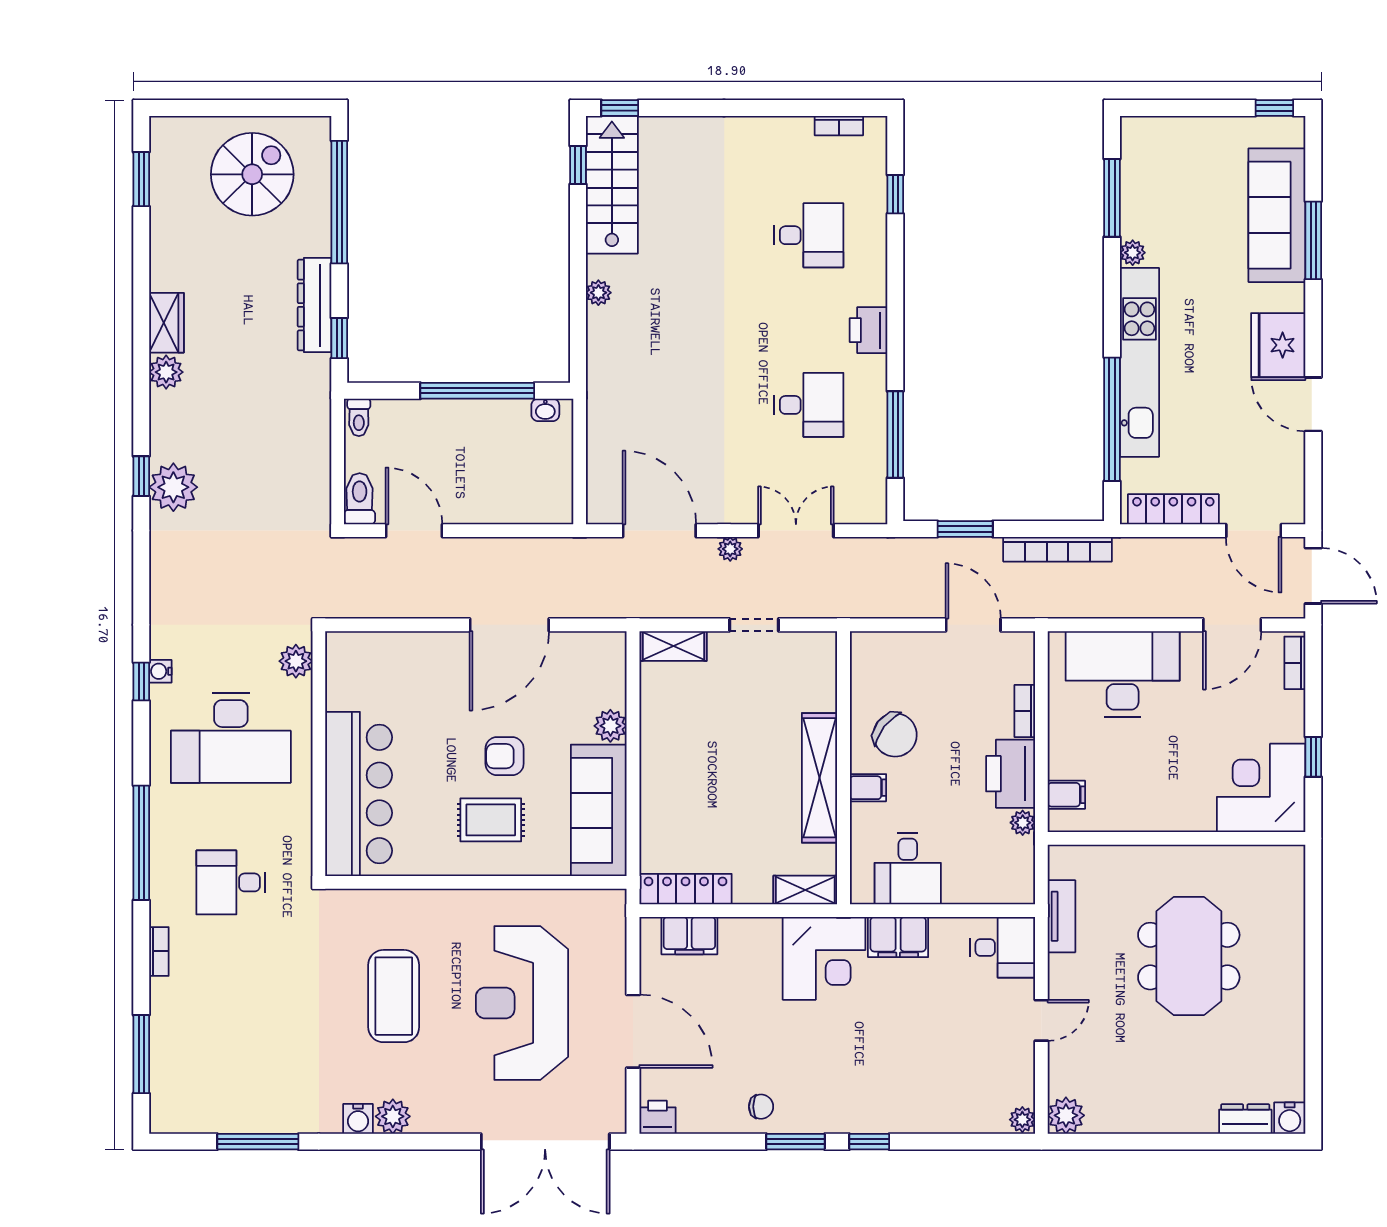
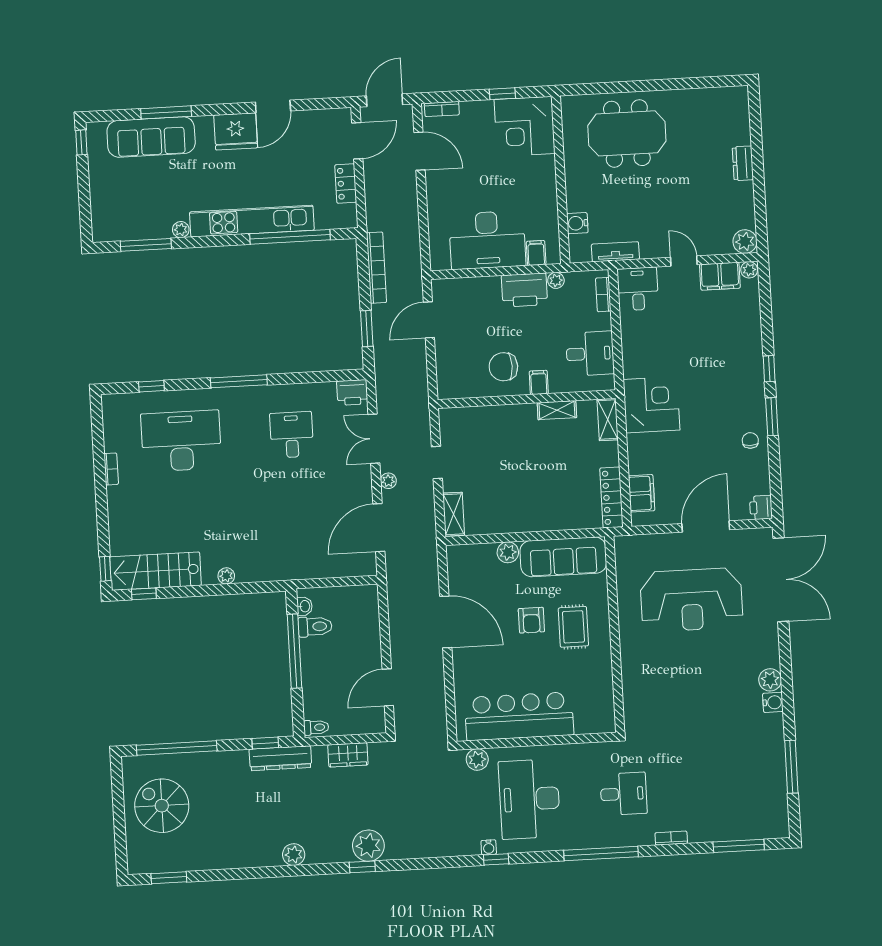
bookcase: (839, 126) -> (111, 469), moved
desk: (809, 235) -> (181, 441), width x1.87, depth x1.30
dresser: (315, 305) -> (280, 758), moved
wardrobe: (167, 323) -> (348, 755), moved, turned 180
printer: (868, 330) -> (352, 392), moved
window: (895, 435) -> (239, 381), moved
toilet: (360, 499) -> (315, 627), moved, turned 180
locker: (1173, 509) -> (346, 183), width x0.66
desk: (1123, 674) -> (487, 240), moved, turned -90
bookcase: (1025, 711) -> (603, 295), moved, turned 90
chair: (895, 735) -> (503, 367), turned -128
desk: (231, 738) -> (529, 799), turned 180
shelving: (820, 778) -> (557, 410), width x0.45, depth x0.75
bar counter: (359, 794) -> (519, 716), moved
desk: (231, 882) -> (624, 794), turned -90
filing cabinet: (898, 937) -> (720, 276), moved, turned 90
meeting table: (1189, 956) -> (627, 133), moved
coffee table: (394, 996) -> (692, 684), removed
water cooler: (1290, 1118) -> (577, 223), moved, turned 180
dresser: (1245, 1119) -> (743, 163), moved

